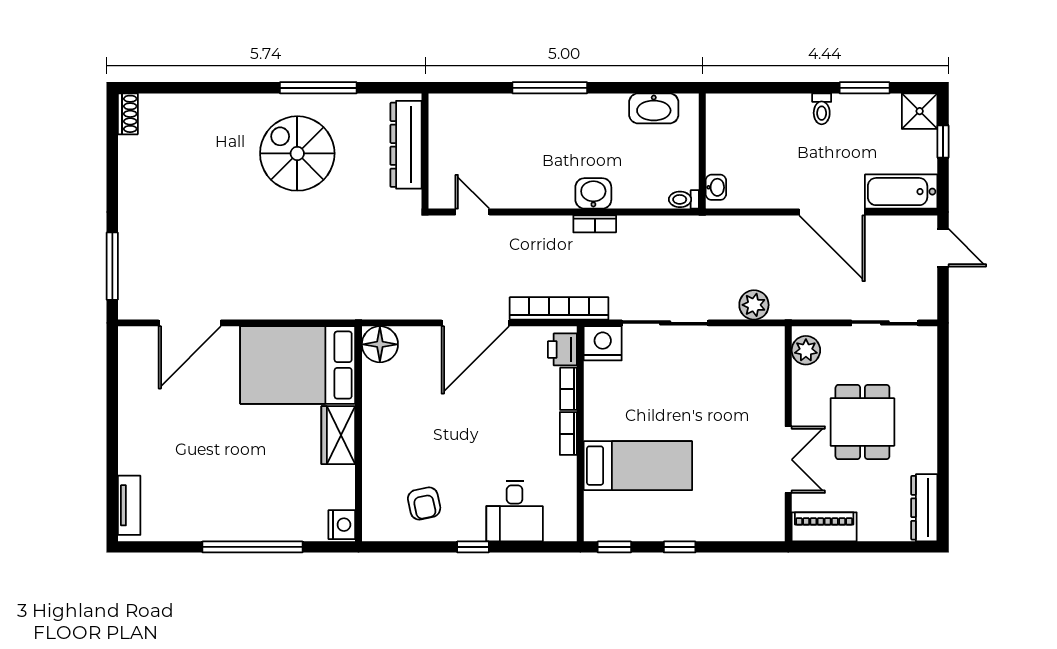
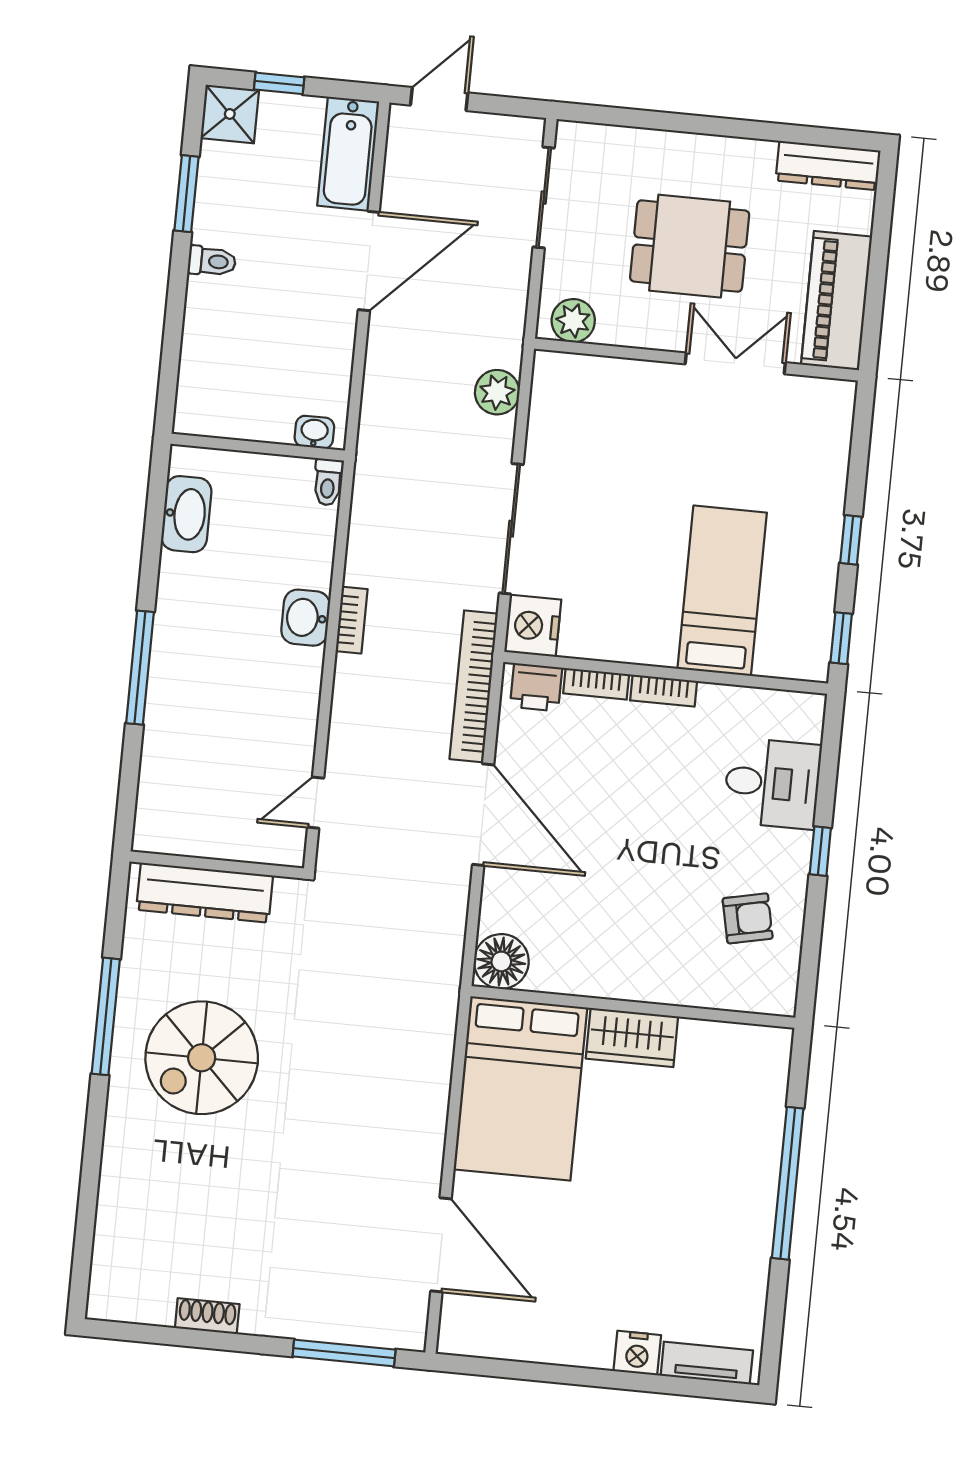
shoe rack: (128, 114) -> (207, 1316), moved
nightstand: (342, 525) -> (637, 1353), moved, turned 180
piano: (824, 527) -> (836, 301), width x1.37, depth x1.33

